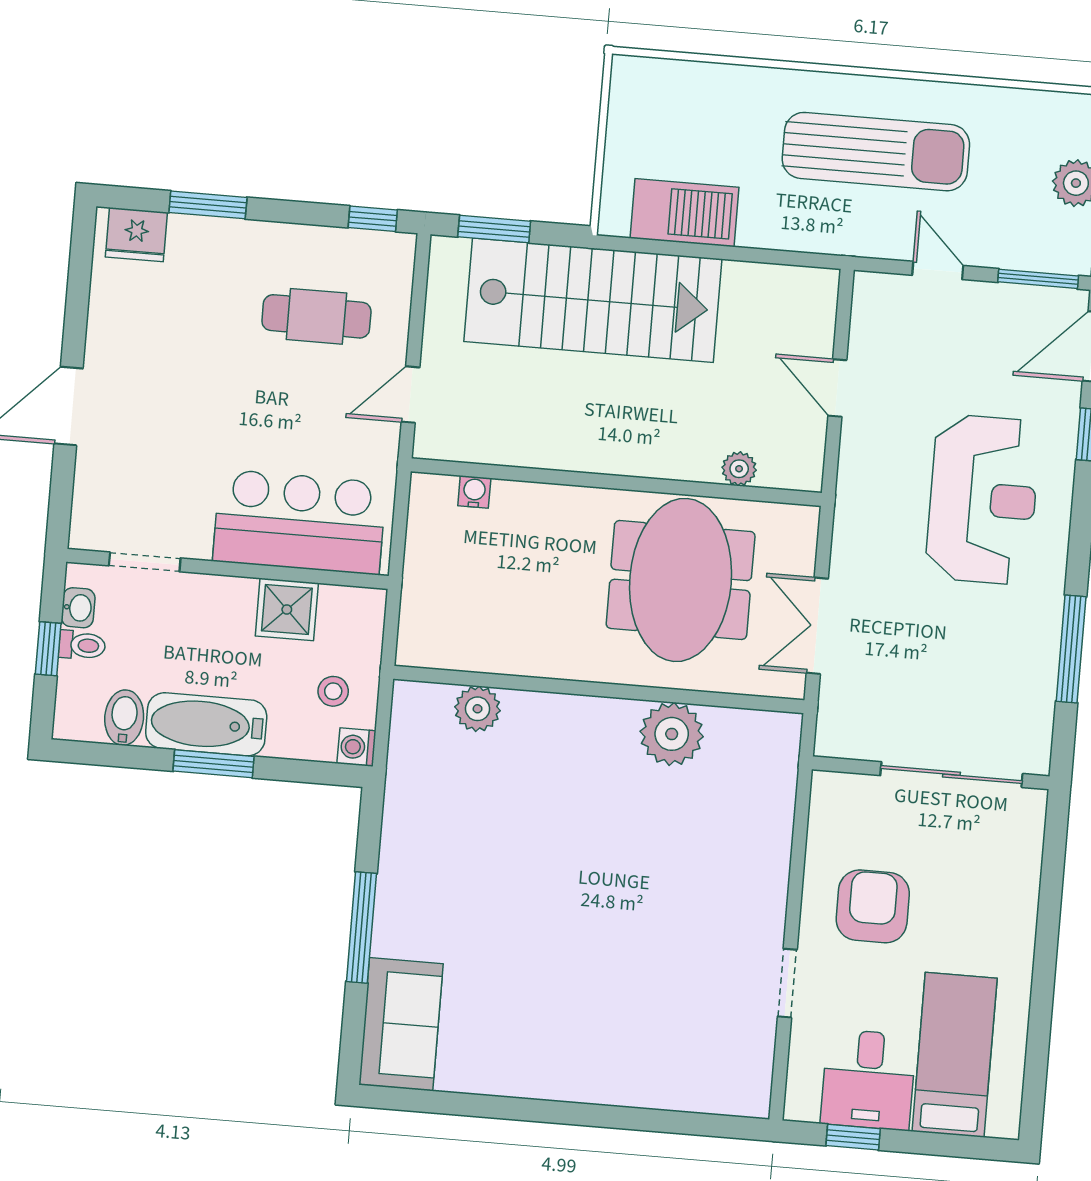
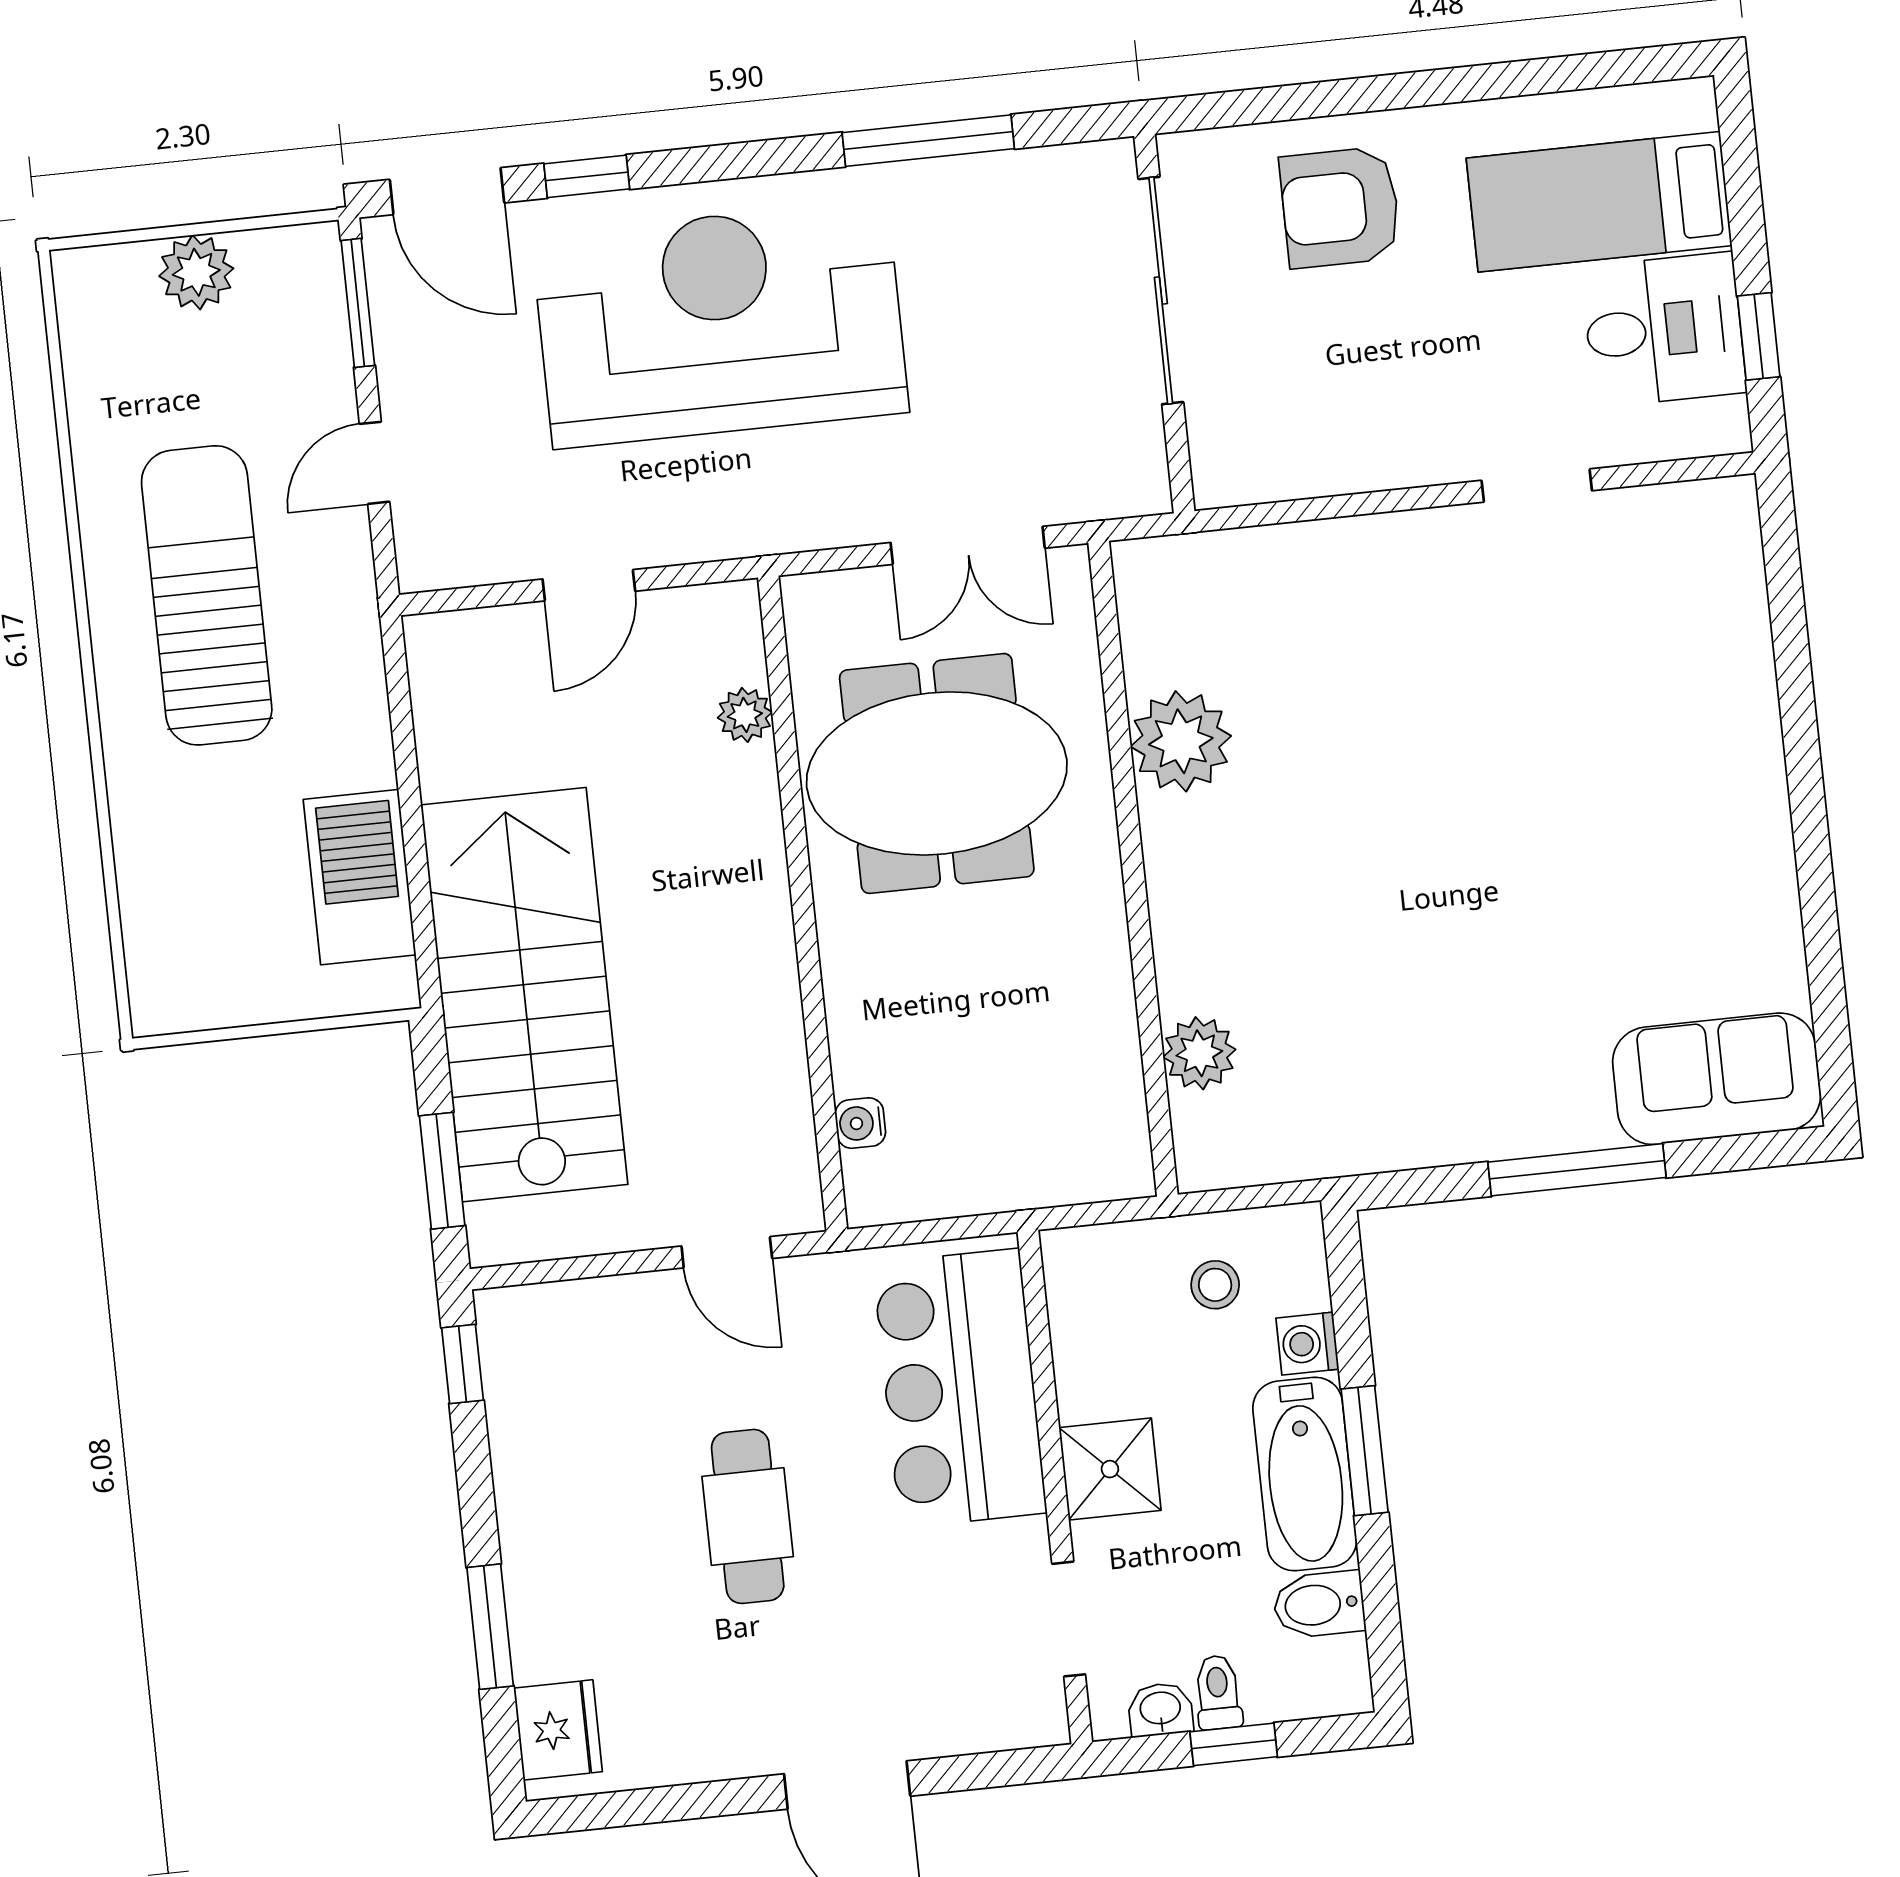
cafe table: (316, 316) -> (748, 1516), moved
reception desk: (983, 499) -> (720, 324), width x1.36, depth x1.30
shower: (287, 609) -> (1110, 1469), moved
washing machine: (356, 747) -> (1307, 1344), moved, turned 90
armchair: (873, 906) -> (1340, 207), moved

